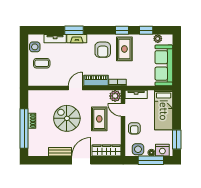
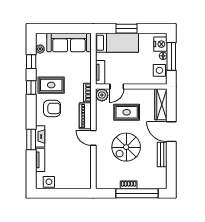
coffee table: (42, 63) -> (67, 174), removed
armchair: (134, 128) -> (137, 74), removed
window: (177, 140) -> (126, 29), moved

